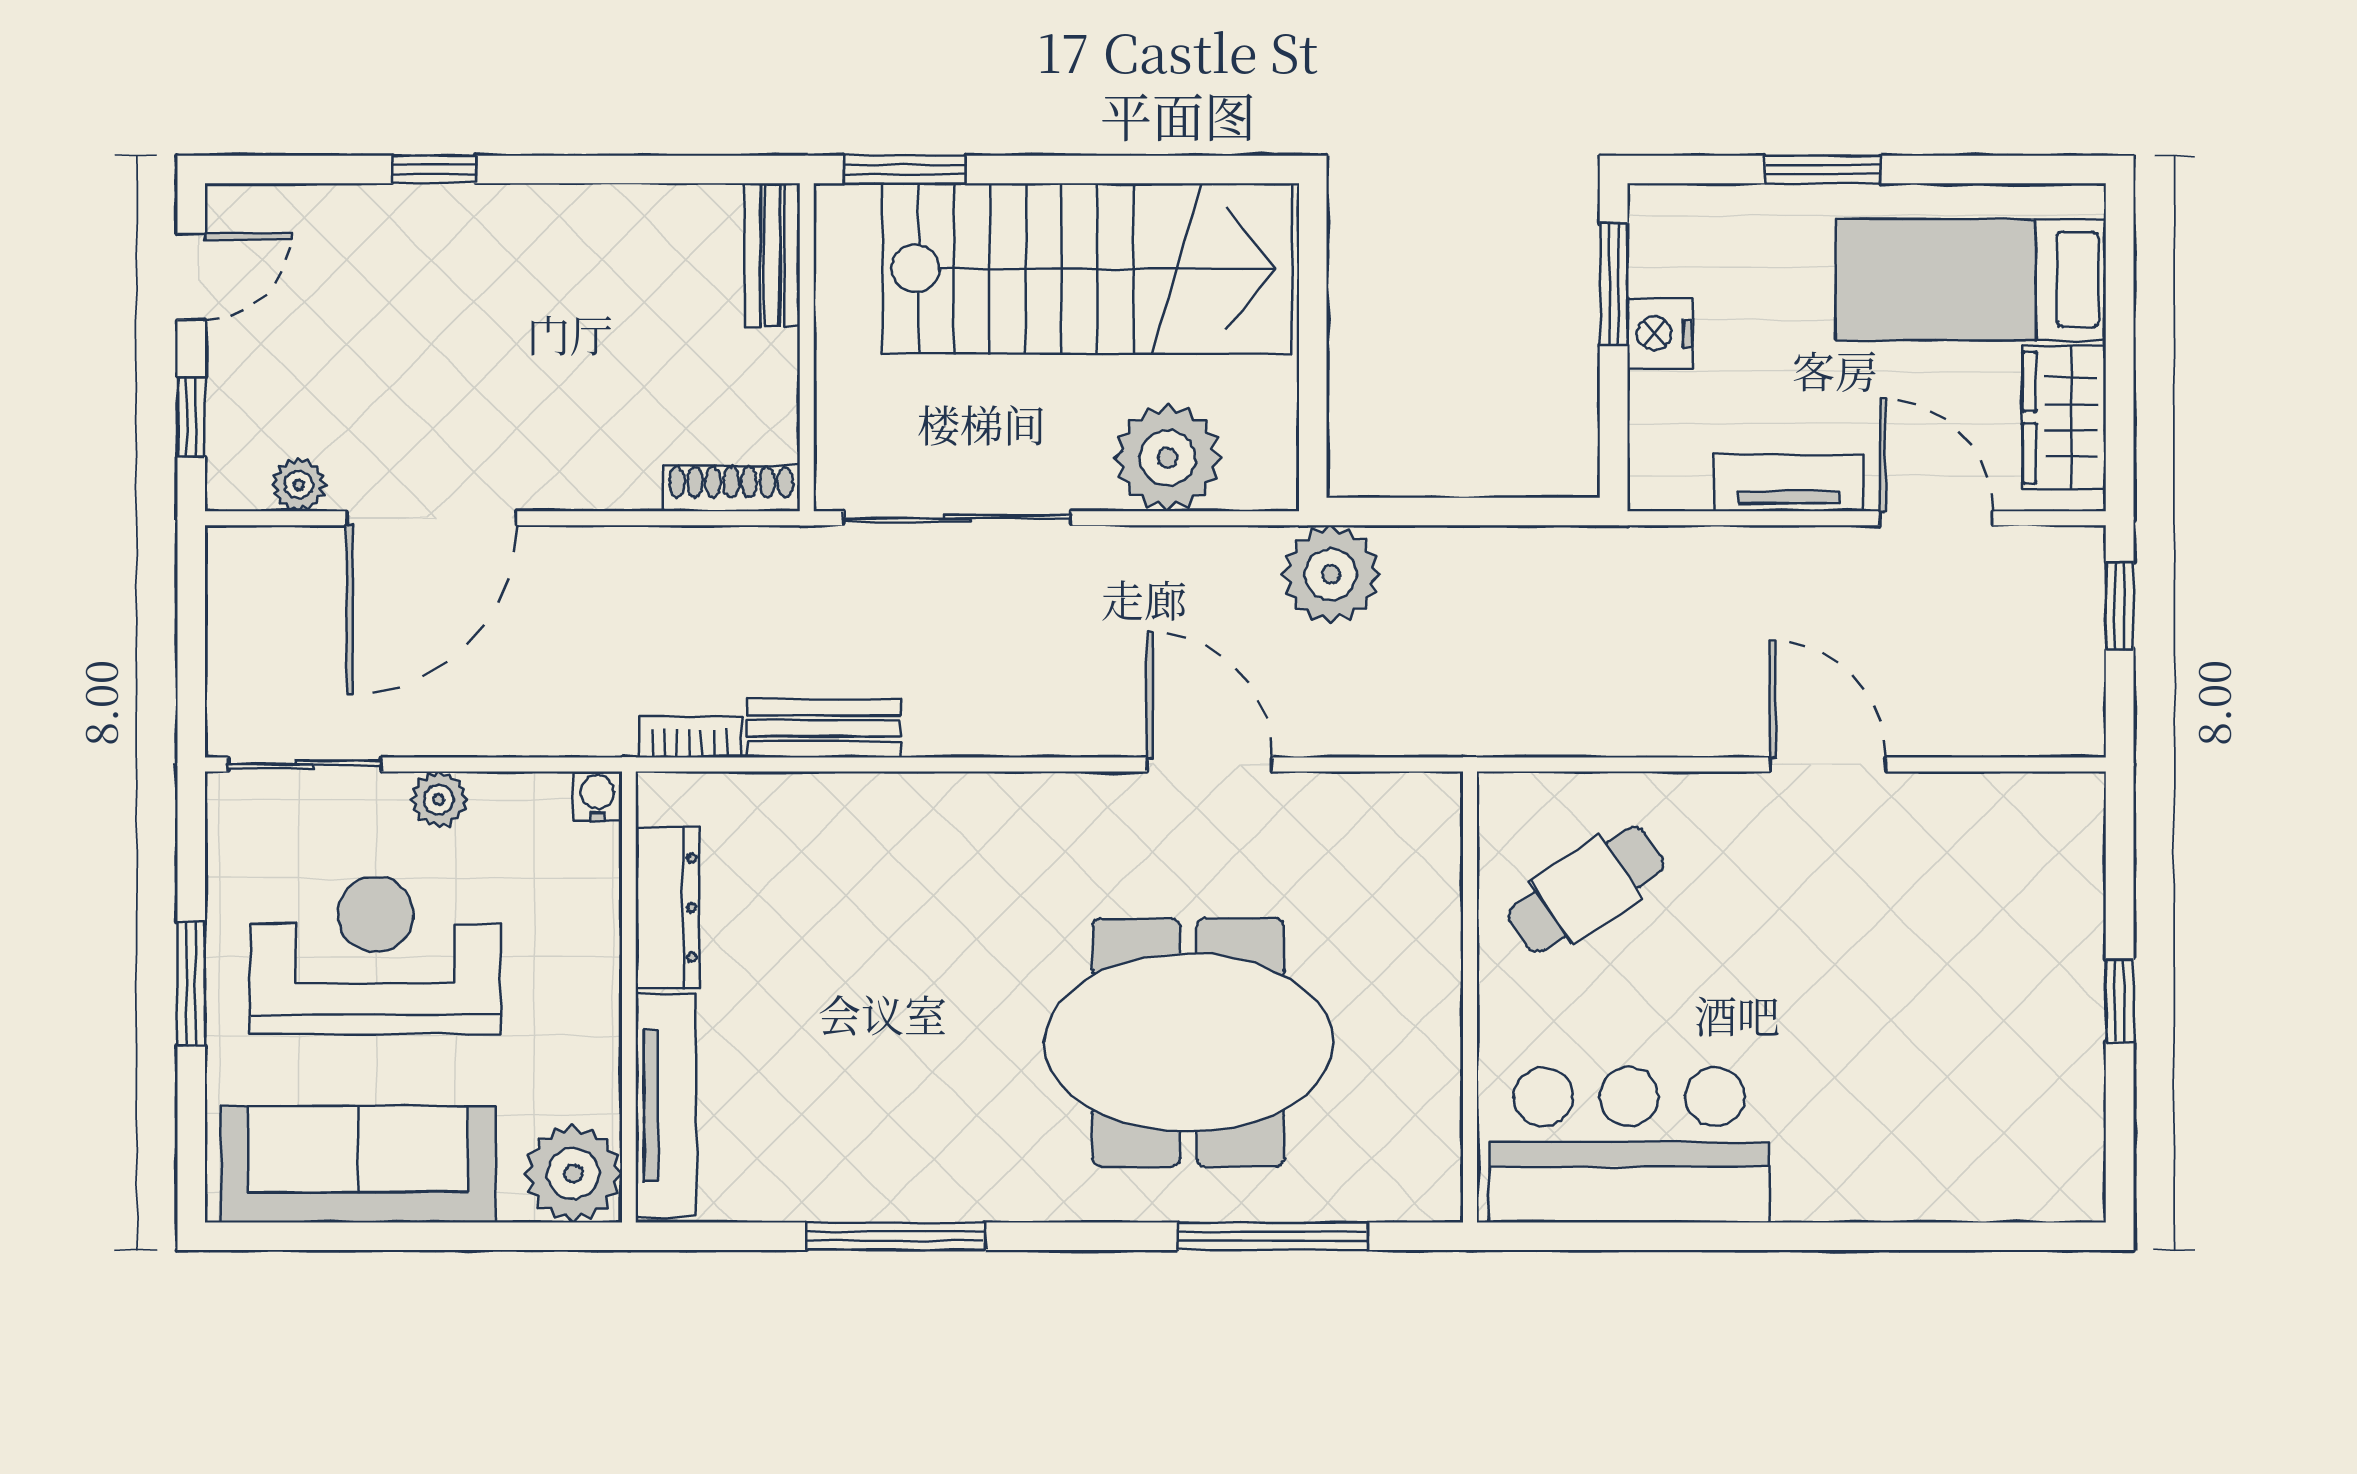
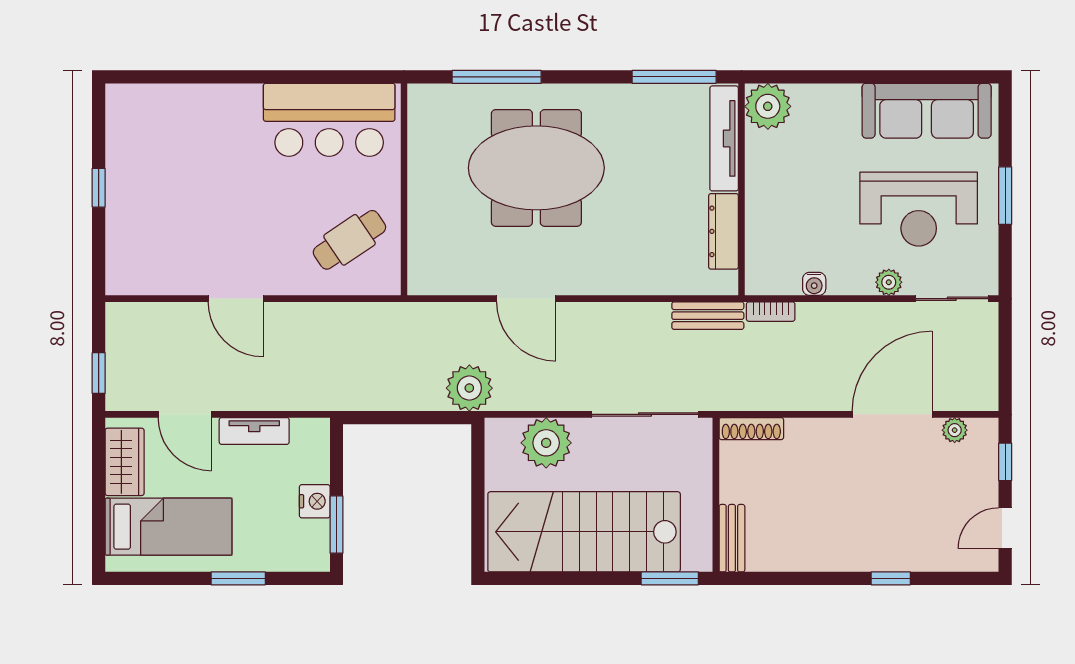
dresser: (667, 908) -> (723, 231), moved
wall: (629, 997) -> (742, 189), moved
tv unit: (666, 1105) -> (724, 138), moved
plant: (573, 1174) -> (768, 106), moved

